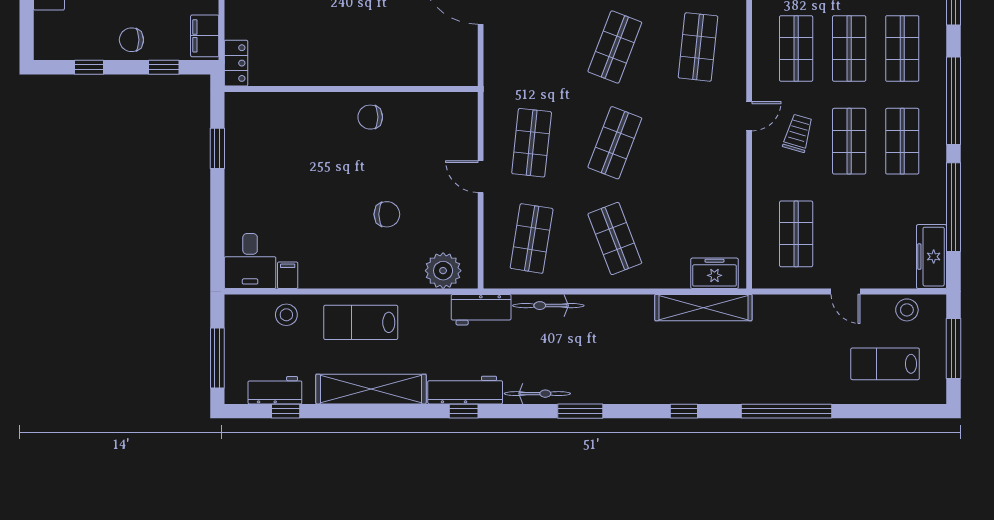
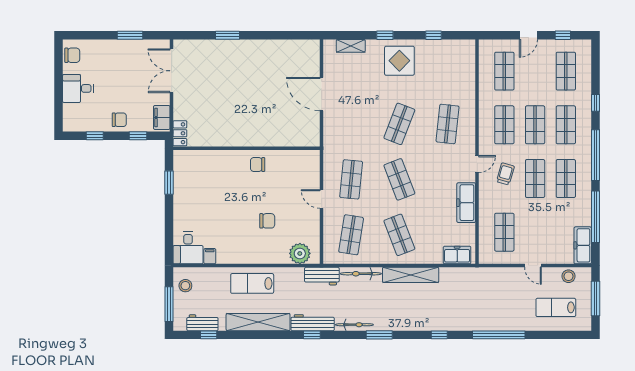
chair: (131, 40) -> (119, 120), turned 180
shop shelf: (615, 143) -> (399, 179), turned -42
freezer: (730, 183) -> (466, 203), added
shelving: (703, 308) -> (411, 275), moved
stool: (286, 315) -> (185, 286), moved

